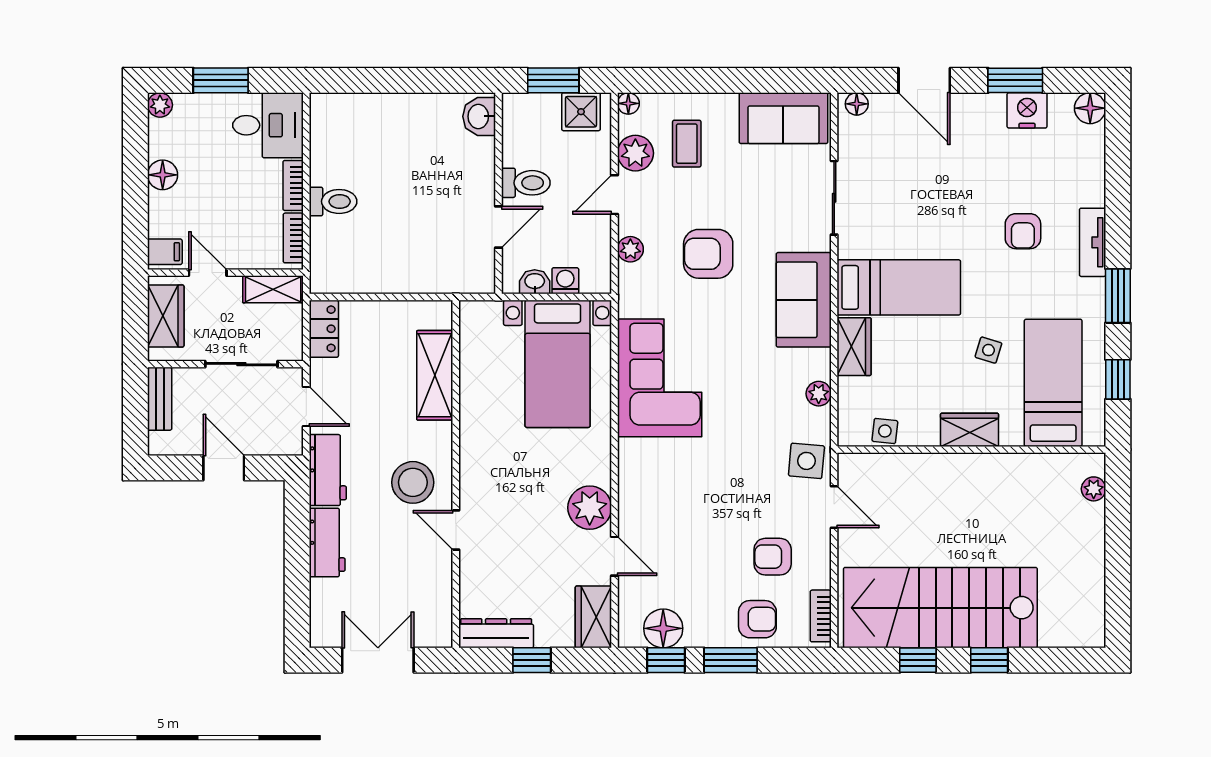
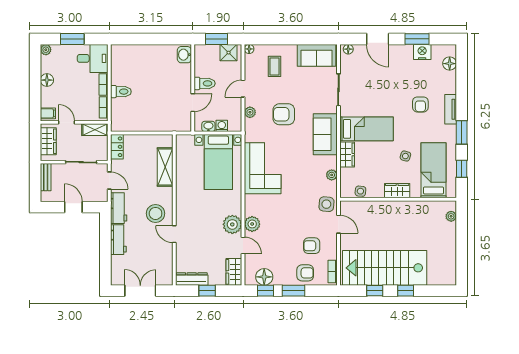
floor lamp: (1090, 108) -> (450, 64), moved
plant: (635, 153) -> (252, 224), moved

